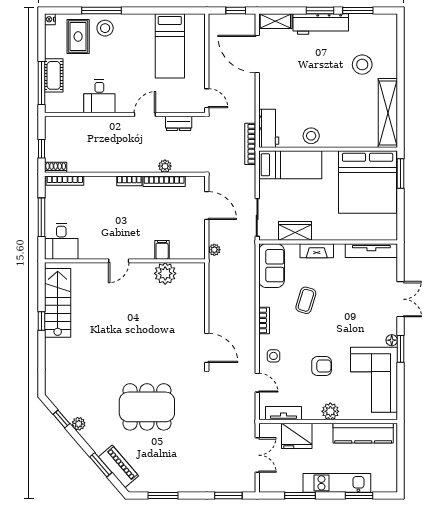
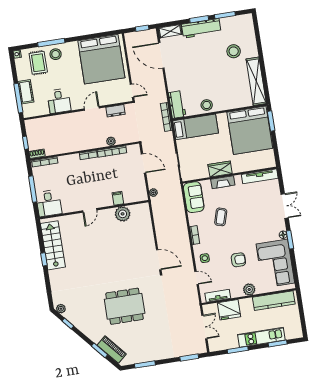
bed: (170, 46) -> (101, 59), width x2.04
wardrobe: (295, 231) -> (220, 169), moved
plant: (79, 424) -> (61, 309), moved

